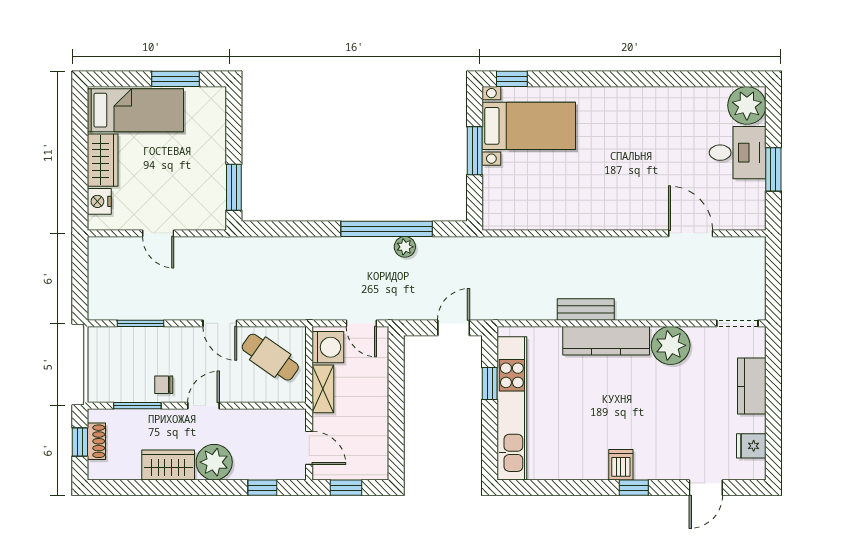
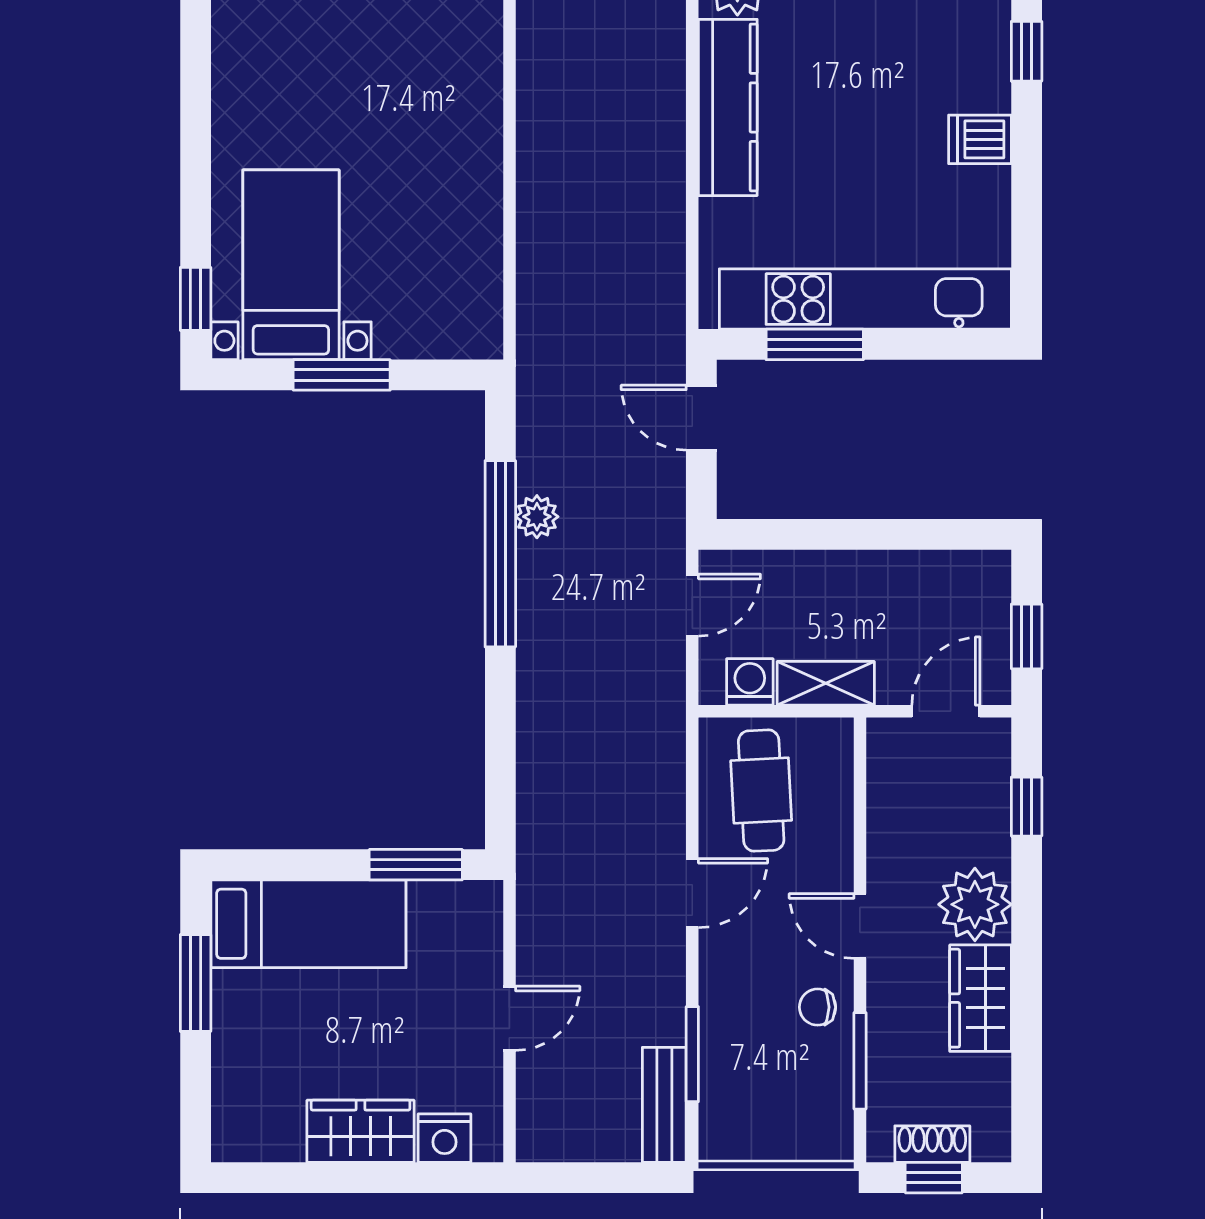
bed: (135, 110) -> (308, 924), moved, turned 90
bench: (586, 309) -> (664, 1105), moved
washing machine: (328, 347) -> (750, 682), width x0.73, depth x0.73
cafe table: (270, 357) -> (761, 791), turned -38
window: (490, 383) -> (815, 344), width x1.50
chair: (164, 385) -> (818, 1007), turned 90
dishwasher: (621, 465) -> (980, 139), moved

